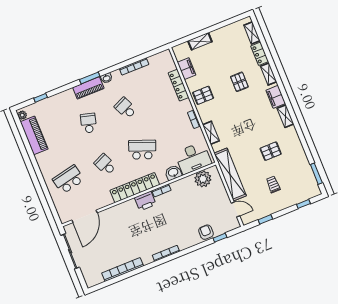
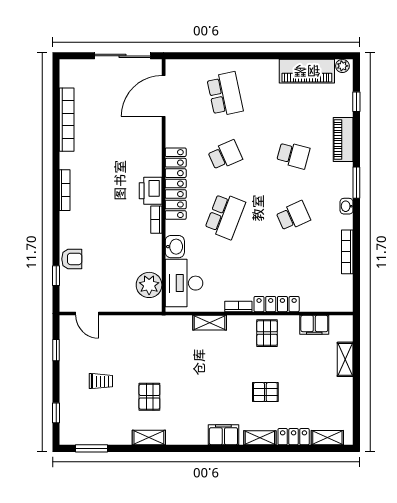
locker: (179, 85) -> (277, 304), moved
piano: (88, 88) -> (343, 139), moved
shelving: (285, 116) -> (149, 438), moved
shelving: (230, 174) -> (140, 326), removed
door: (235, 209) -> (87, 314), hinge flipped
door: (85, 216) -> (164, 96), hinge flipped

